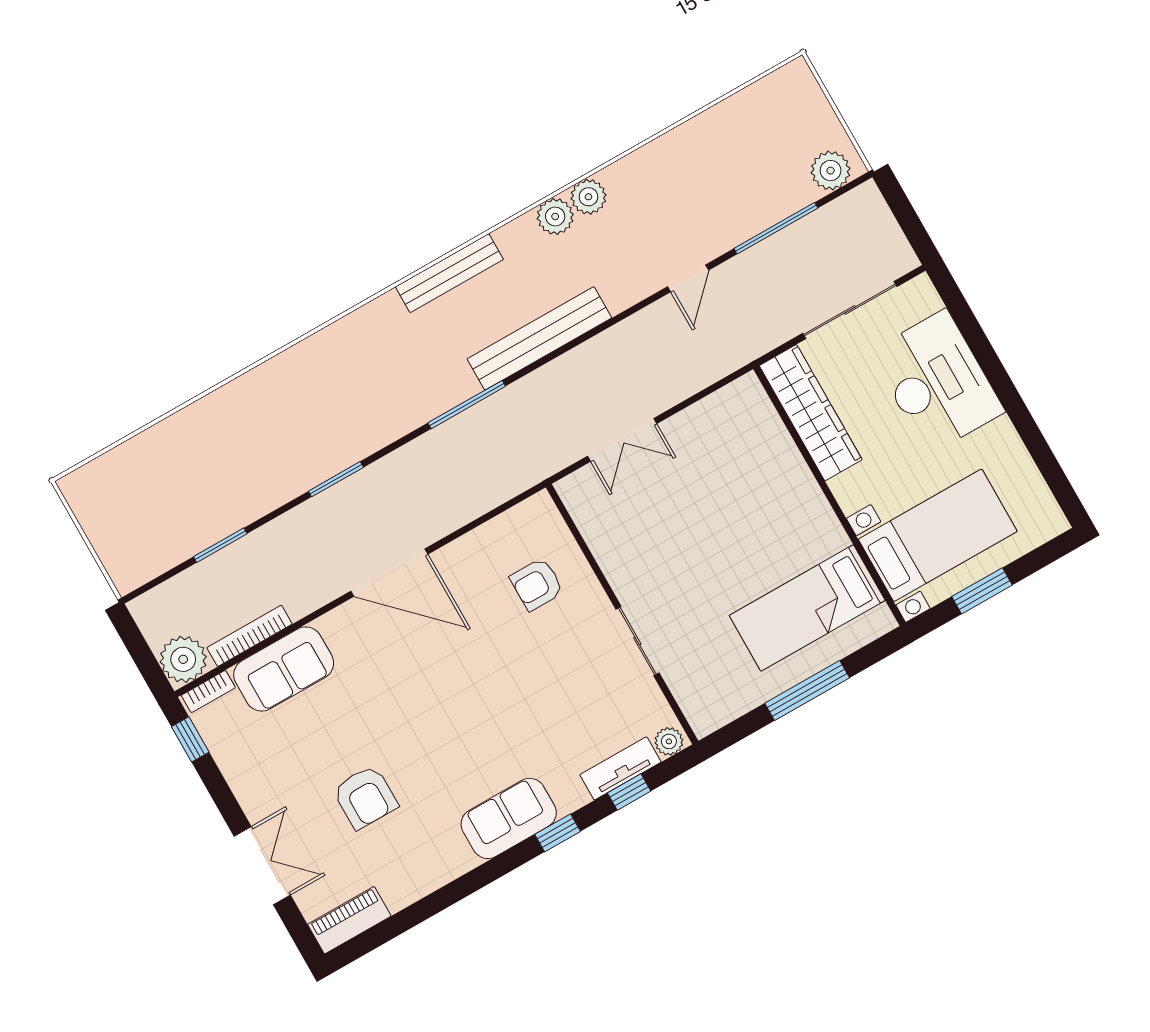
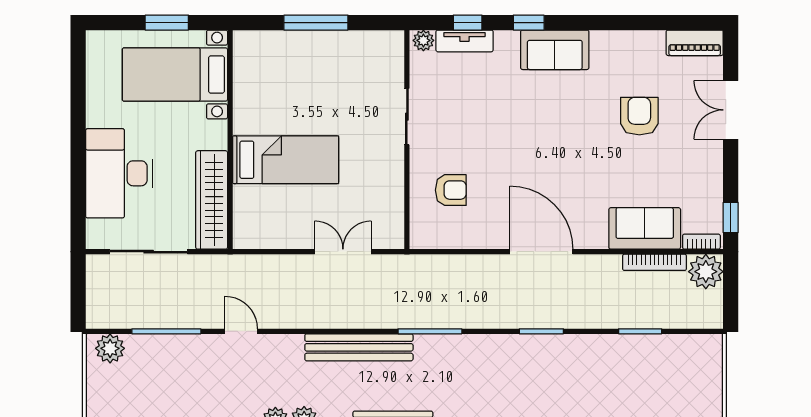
door: (688, 278) -> (241, 331), hinge flipped
bed: (807, 608) -> (286, 160), moved

